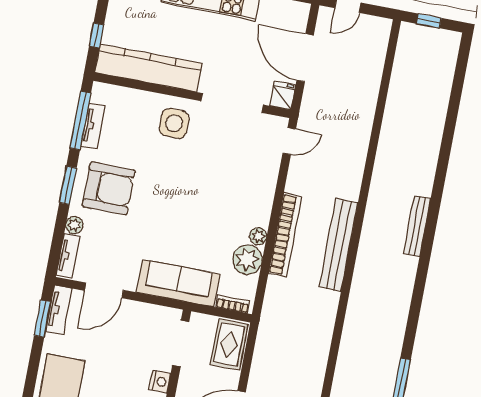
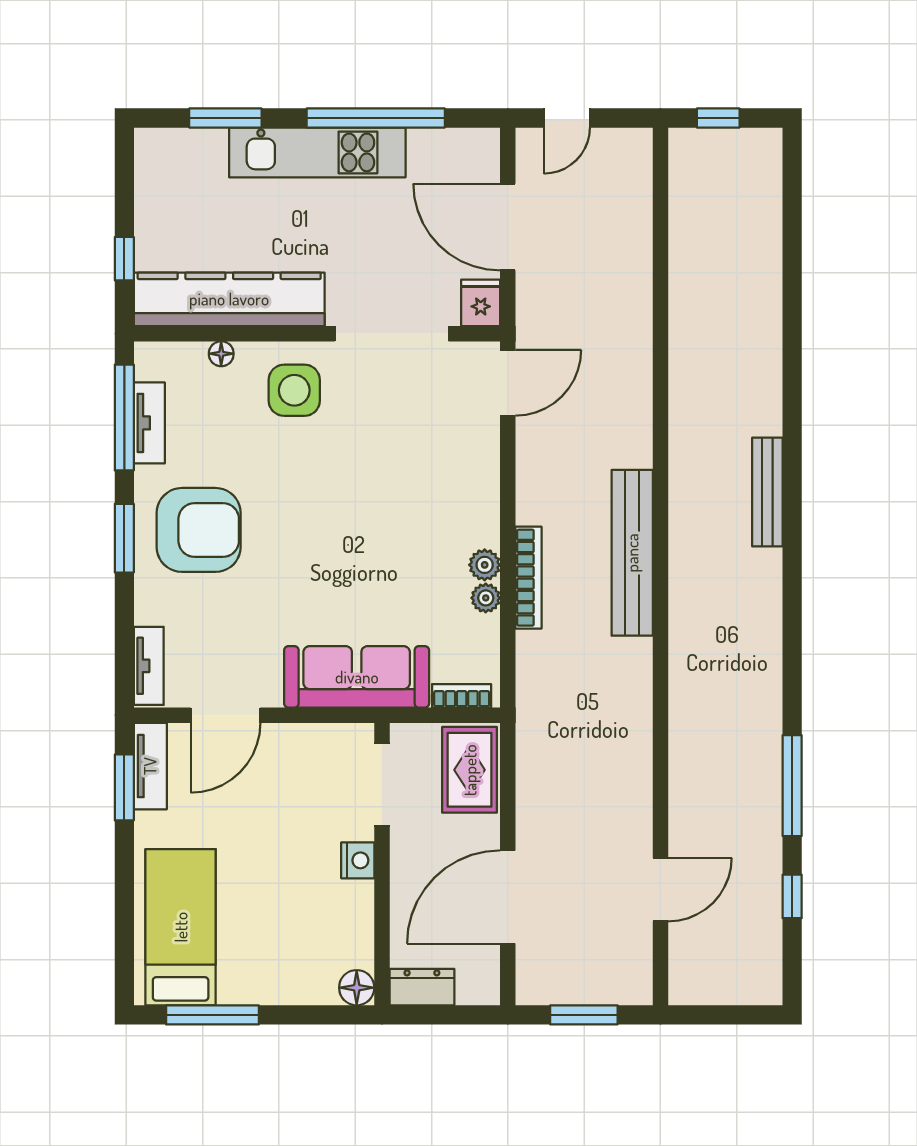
floor lamp: (139, 96) -> (221, 354), added
door: (289, 141) -> (508, 383), width x1.38
plant: (74, 225) -> (150, 608), removed
bookcase: (285, 235) -> (529, 578), width x0.68, depth x0.76
plant: (247, 260) -> (486, 598), width x0.53, depth x0.53

